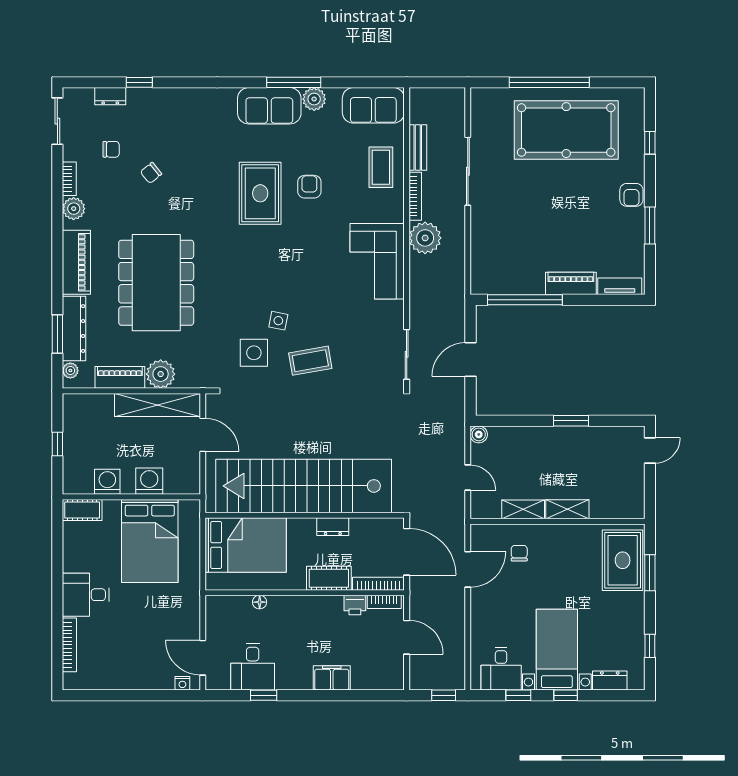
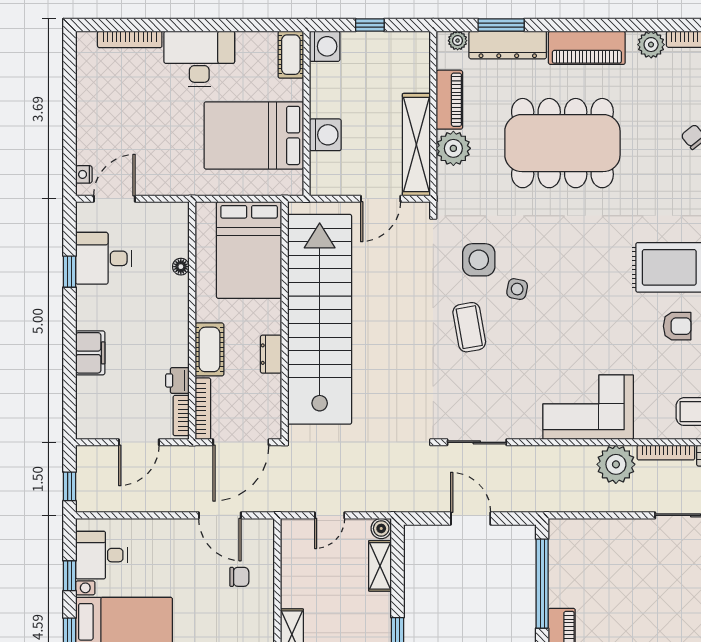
washing machine: (107, 482) -> (325, 46), moved
shelving: (523, 509) -> (380, 566), moved
desk: (86, 595) -> (199, 59), width x1.37

